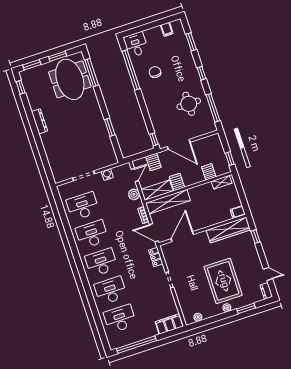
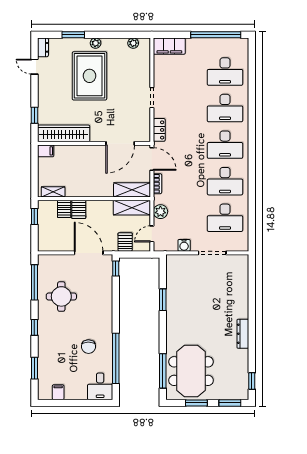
server rack: (177, 182) -> (79, 209), moved
shelving: (168, 202) -> (132, 190), width x0.68

